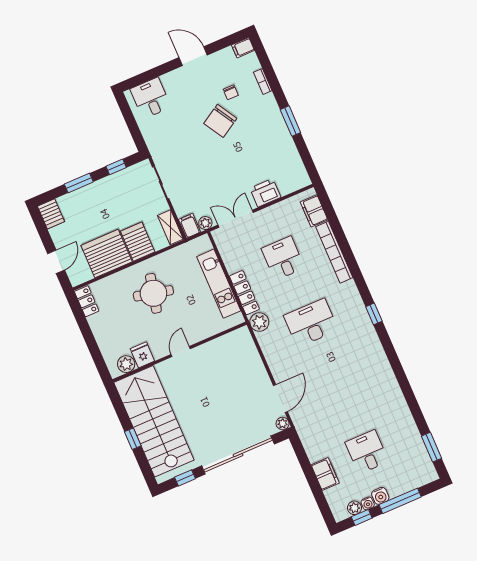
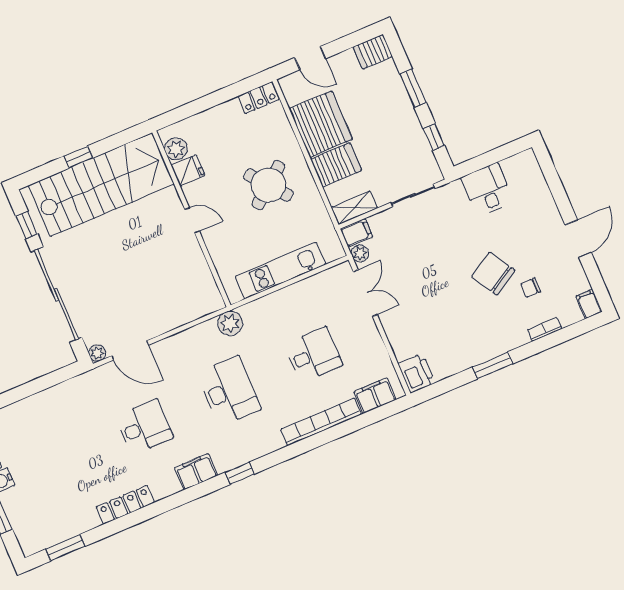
desk: (150, 98) -> (487, 190), moved, turned -90
printer: (265, 193) -> (416, 373), moved
round table: (153, 293) -> (268, 185), turned 38
locker: (244, 293) -> (125, 505), moved, turned 180
desk: (367, 452) -> (144, 427), moved
filing cabinet: (325, 474) -> (196, 472), moved, turned 180

